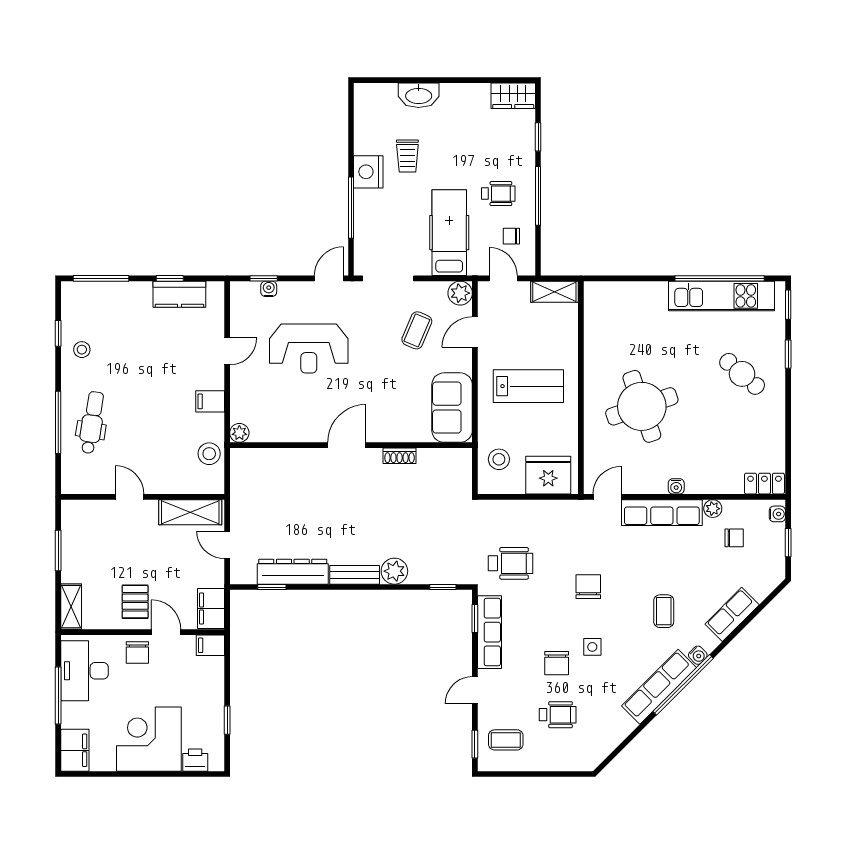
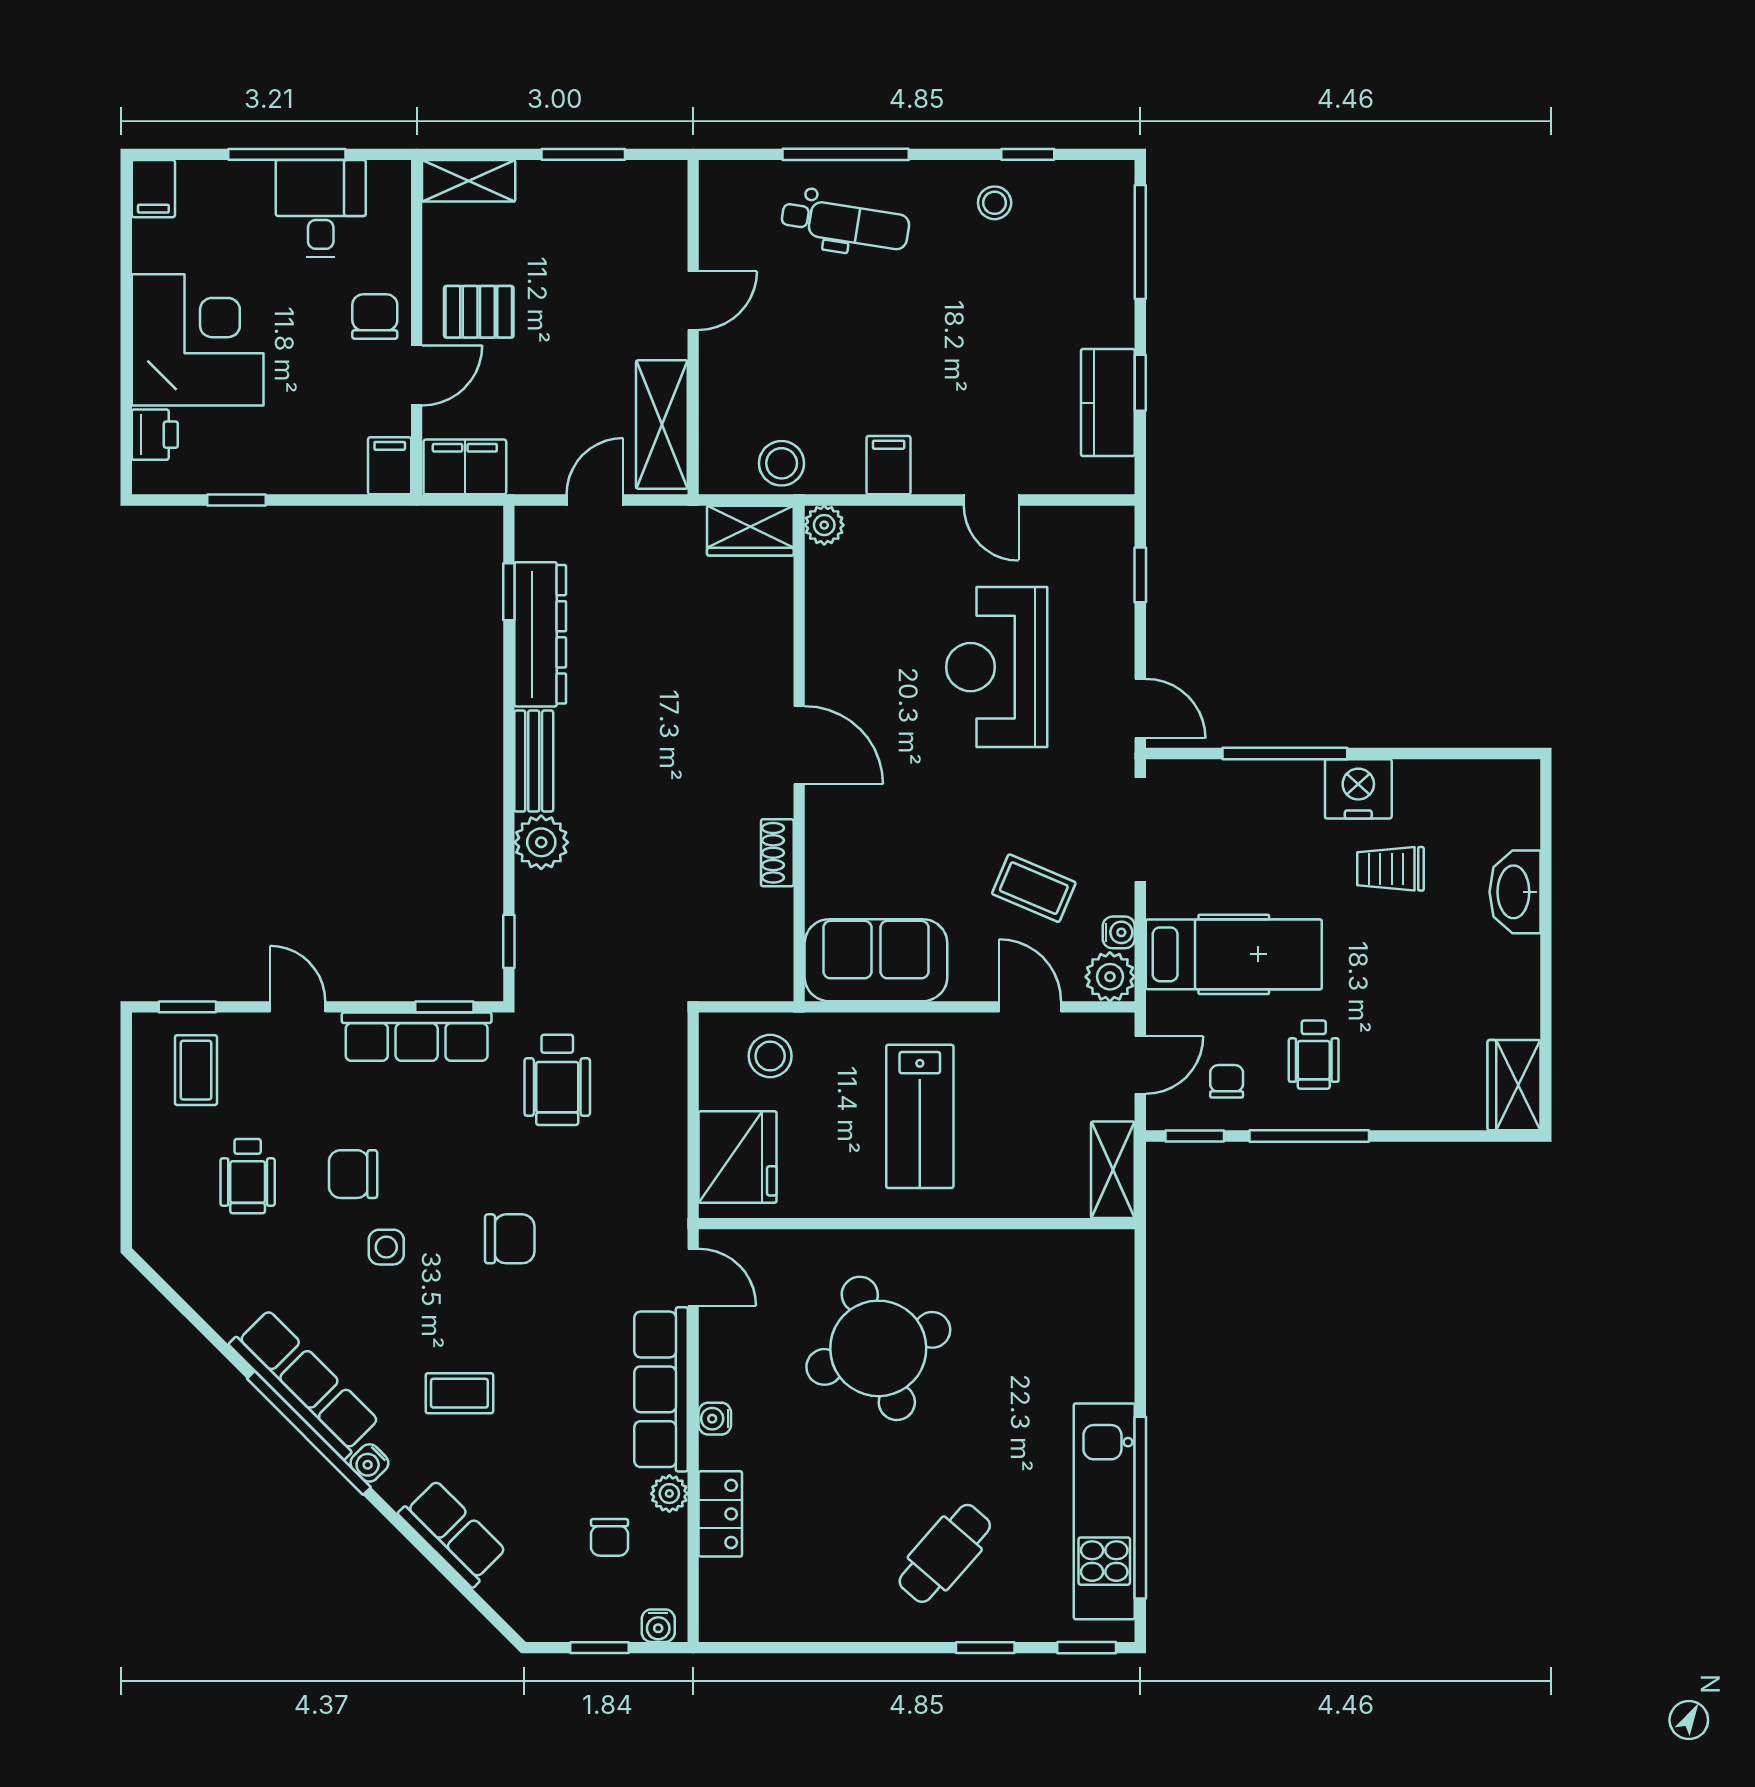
window: (538, 137) -> (1195, 1136), moved
water cooler: (269, 289) -> (1119, 932), moved
wardrobe: (242, 469) -> (750, 531), added
locker: (764, 484) -> (720, 1514), moved
chair: (137, 653) -> (375, 317), turned 90
desk: (85, 671) -> (321, 208), width x0.73
filing cabinet: (75, 750) -> (153, 189), width x0.50

